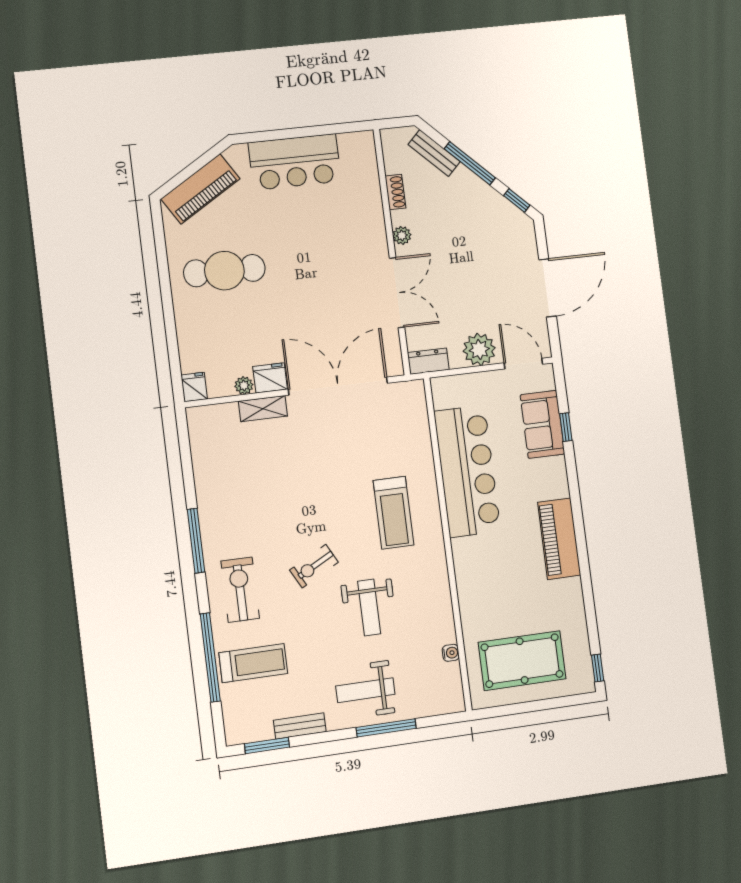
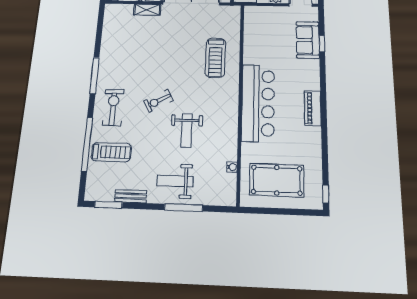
bar counter: (467, 471) -> (258, 103), moved
treadmill: (393, 513) -> (215, 58), moved
piano: (559, 539) -> (313, 108), width x0.73, depth x0.75

